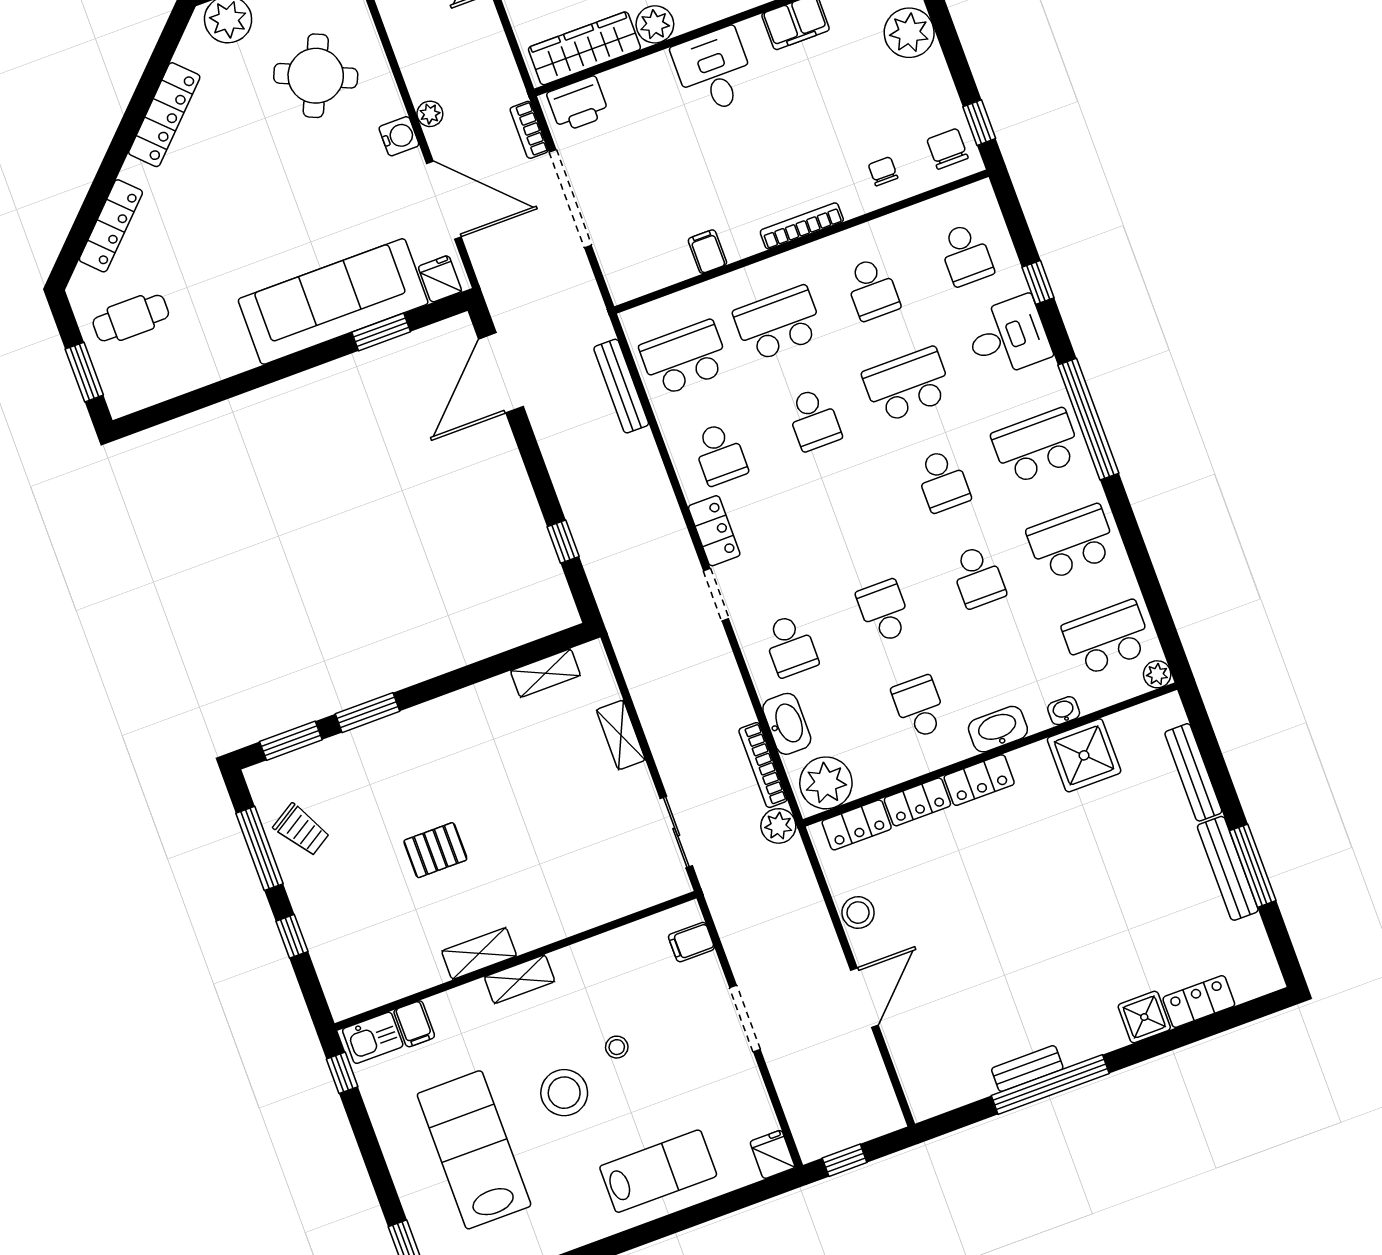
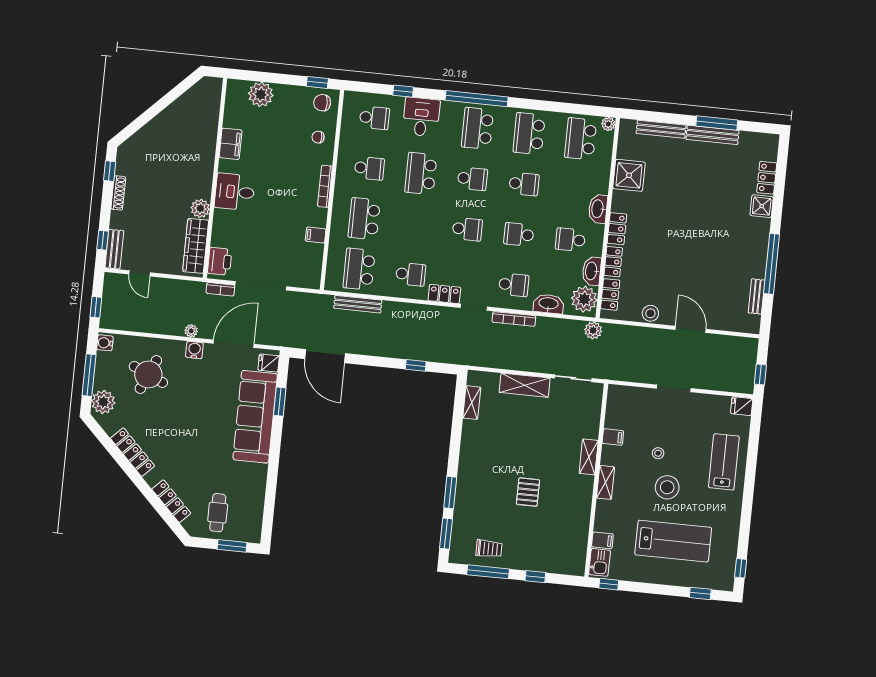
school desk: (814, 419) -> (467, 229), moved
washbasin: (1064, 711) -> (592, 271), moved, width x1.91, depth x1.45
shelving: (621, 735) -> (525, 385), width x1.50, depth x1.33
bookcase: (763, 765) -> (514, 319), moved
trolley: (302, 830) -> (489, 549), turned 32
filing cabinet: (691, 942) -> (613, 437), moved, turned -90
shelving: (479, 953) -> (589, 457), moved
bench: (1027, 1069) -> (757, 296), moved
lab bench: (474, 1150) -> (673, 541), turned 180

